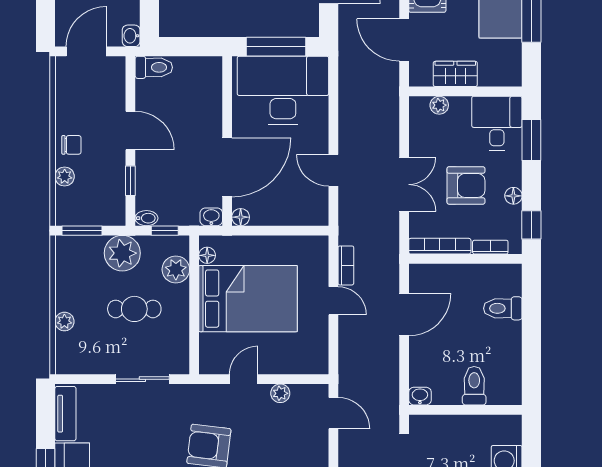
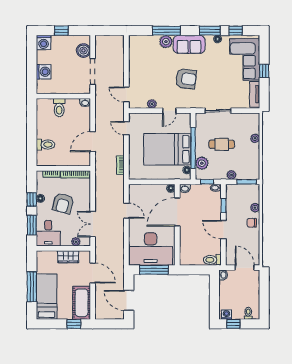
door: (86, 51) -> (245, 268), swing flipped
double door: (404, 184) -> (93, 224), moved
armchair: (466, 185) -> (63, 203), turned -75
window: (531, 225) -> (32, 200), moved
plant: (122, 253) -> (231, 175), width x0.53, depth x0.53
door: (333, 301) -> (126, 128), moved
window: (194, 302) -> (193, 148), added

